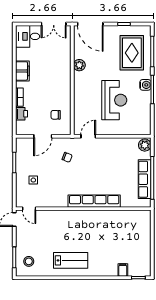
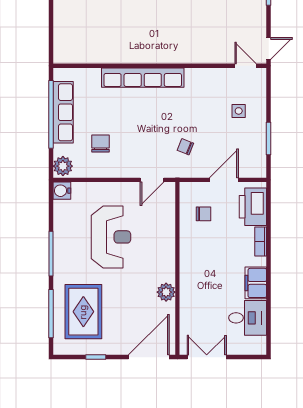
door: (90, 24) -> (149, 357), hinge flipped
desk: (28, 36) -> (248, 318), moved
water cooler: (145, 85) -> (62, 191), moved
reception desk: (114, 100) -> (111, 237), turned 180
printer: (21, 114) -> (253, 207), width x1.87, depth x1.48
chair: (121, 159) -> (100, 144), added

